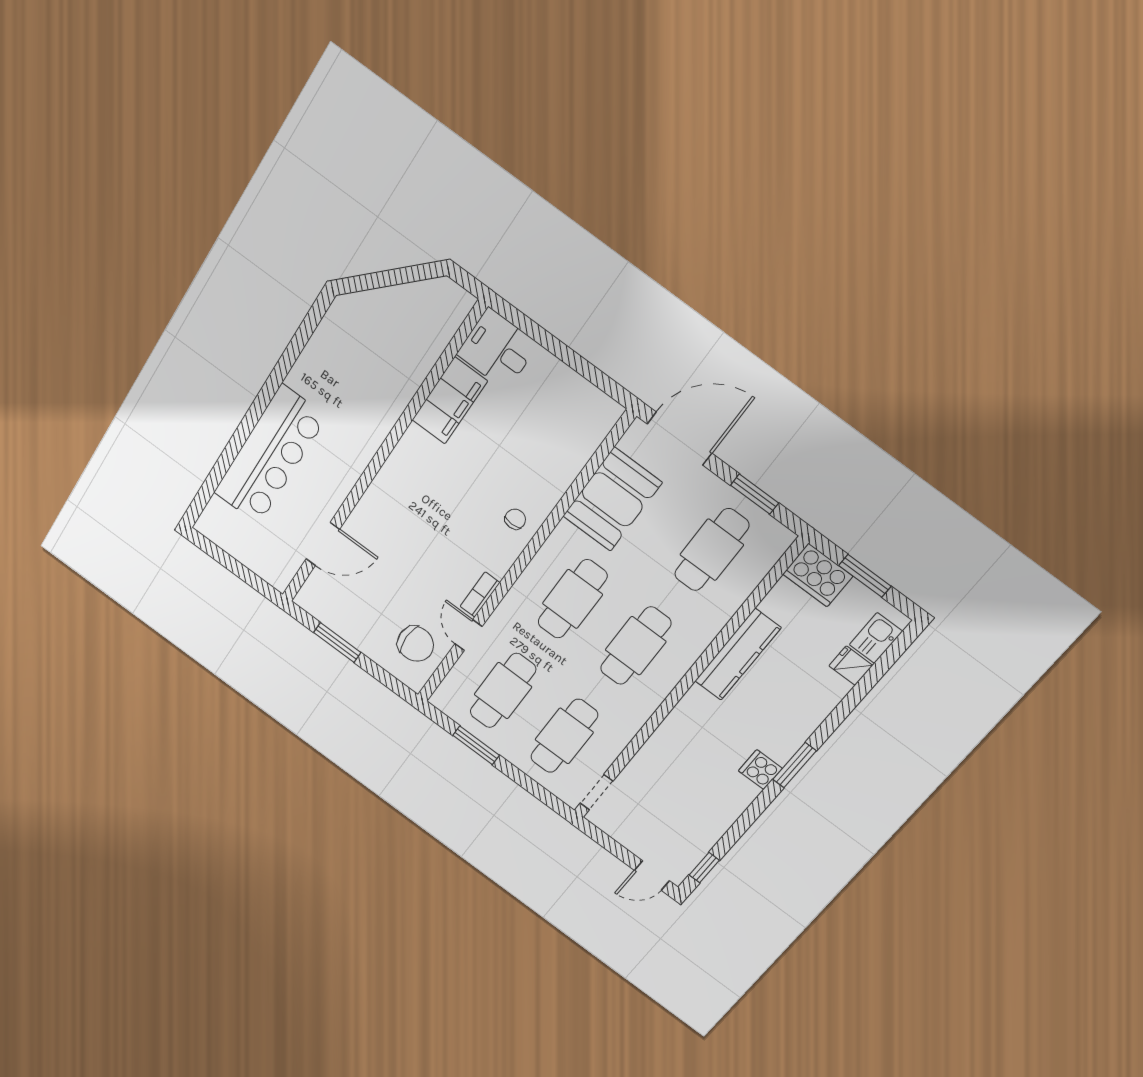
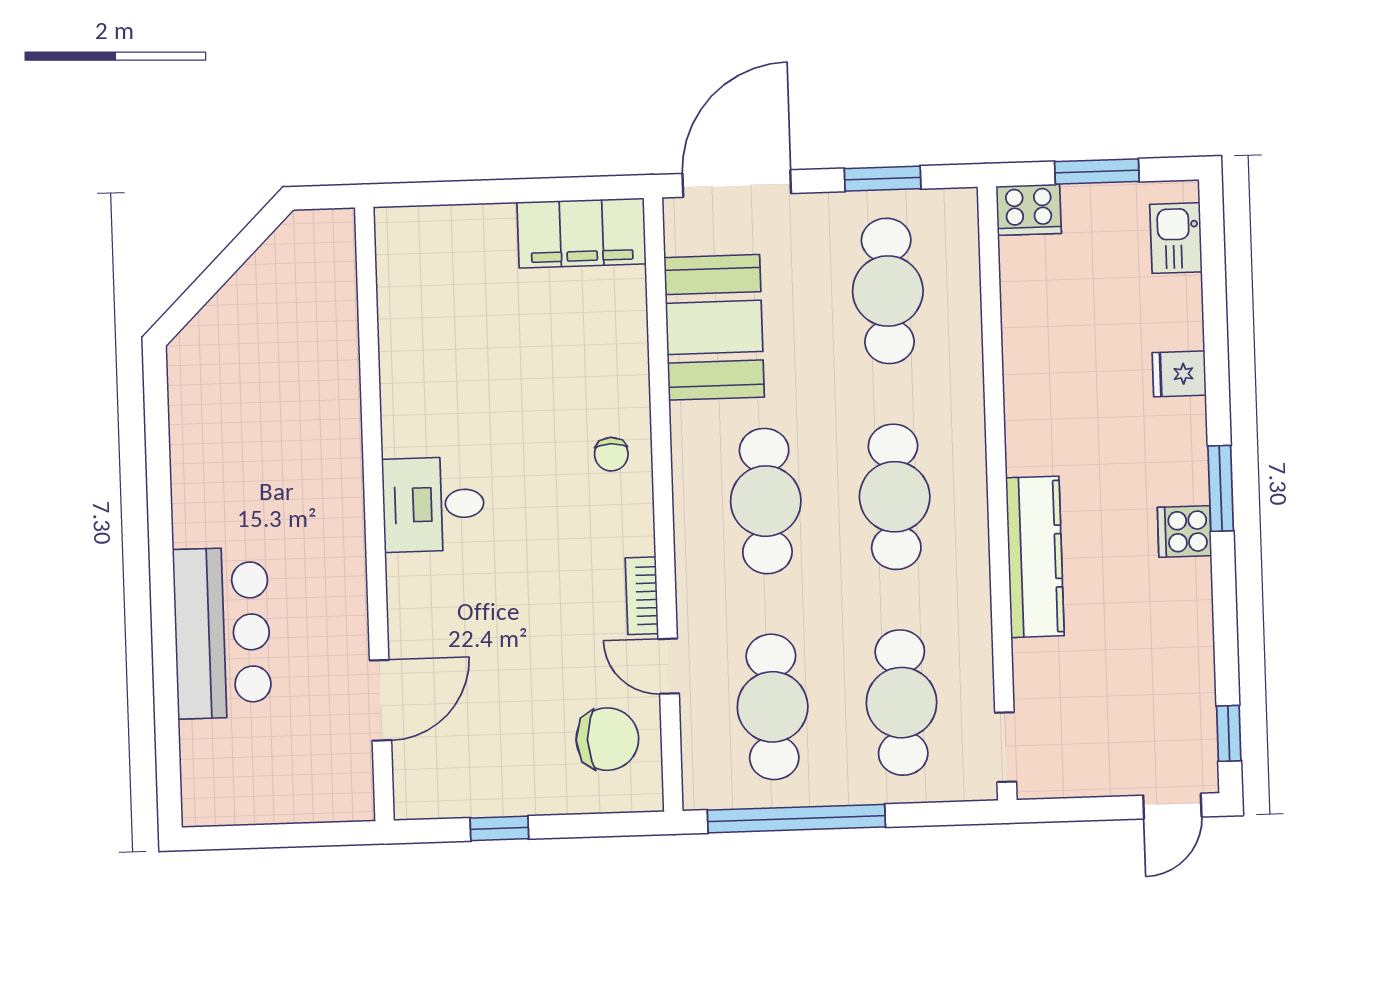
desk: (497, 349) -> (433, 504), moved
filing cabinet: (450, 401) -> (582, 233), moved, turned 90
bar counter: (270, 455) -> (222, 633), width x0.73
chair: (515, 519) -> (611, 454), turned 180
cooker: (818, 575) -> (1029, 210), width x0.73, depth x0.76
window: (337, 642) -> (499, 828), width x0.67
kitchen counter: (738, 654) -> (1035, 557), moved
fridge: (851, 666) -> (1179, 374), moved
window: (476, 745) -> (796, 819), width x2.11

